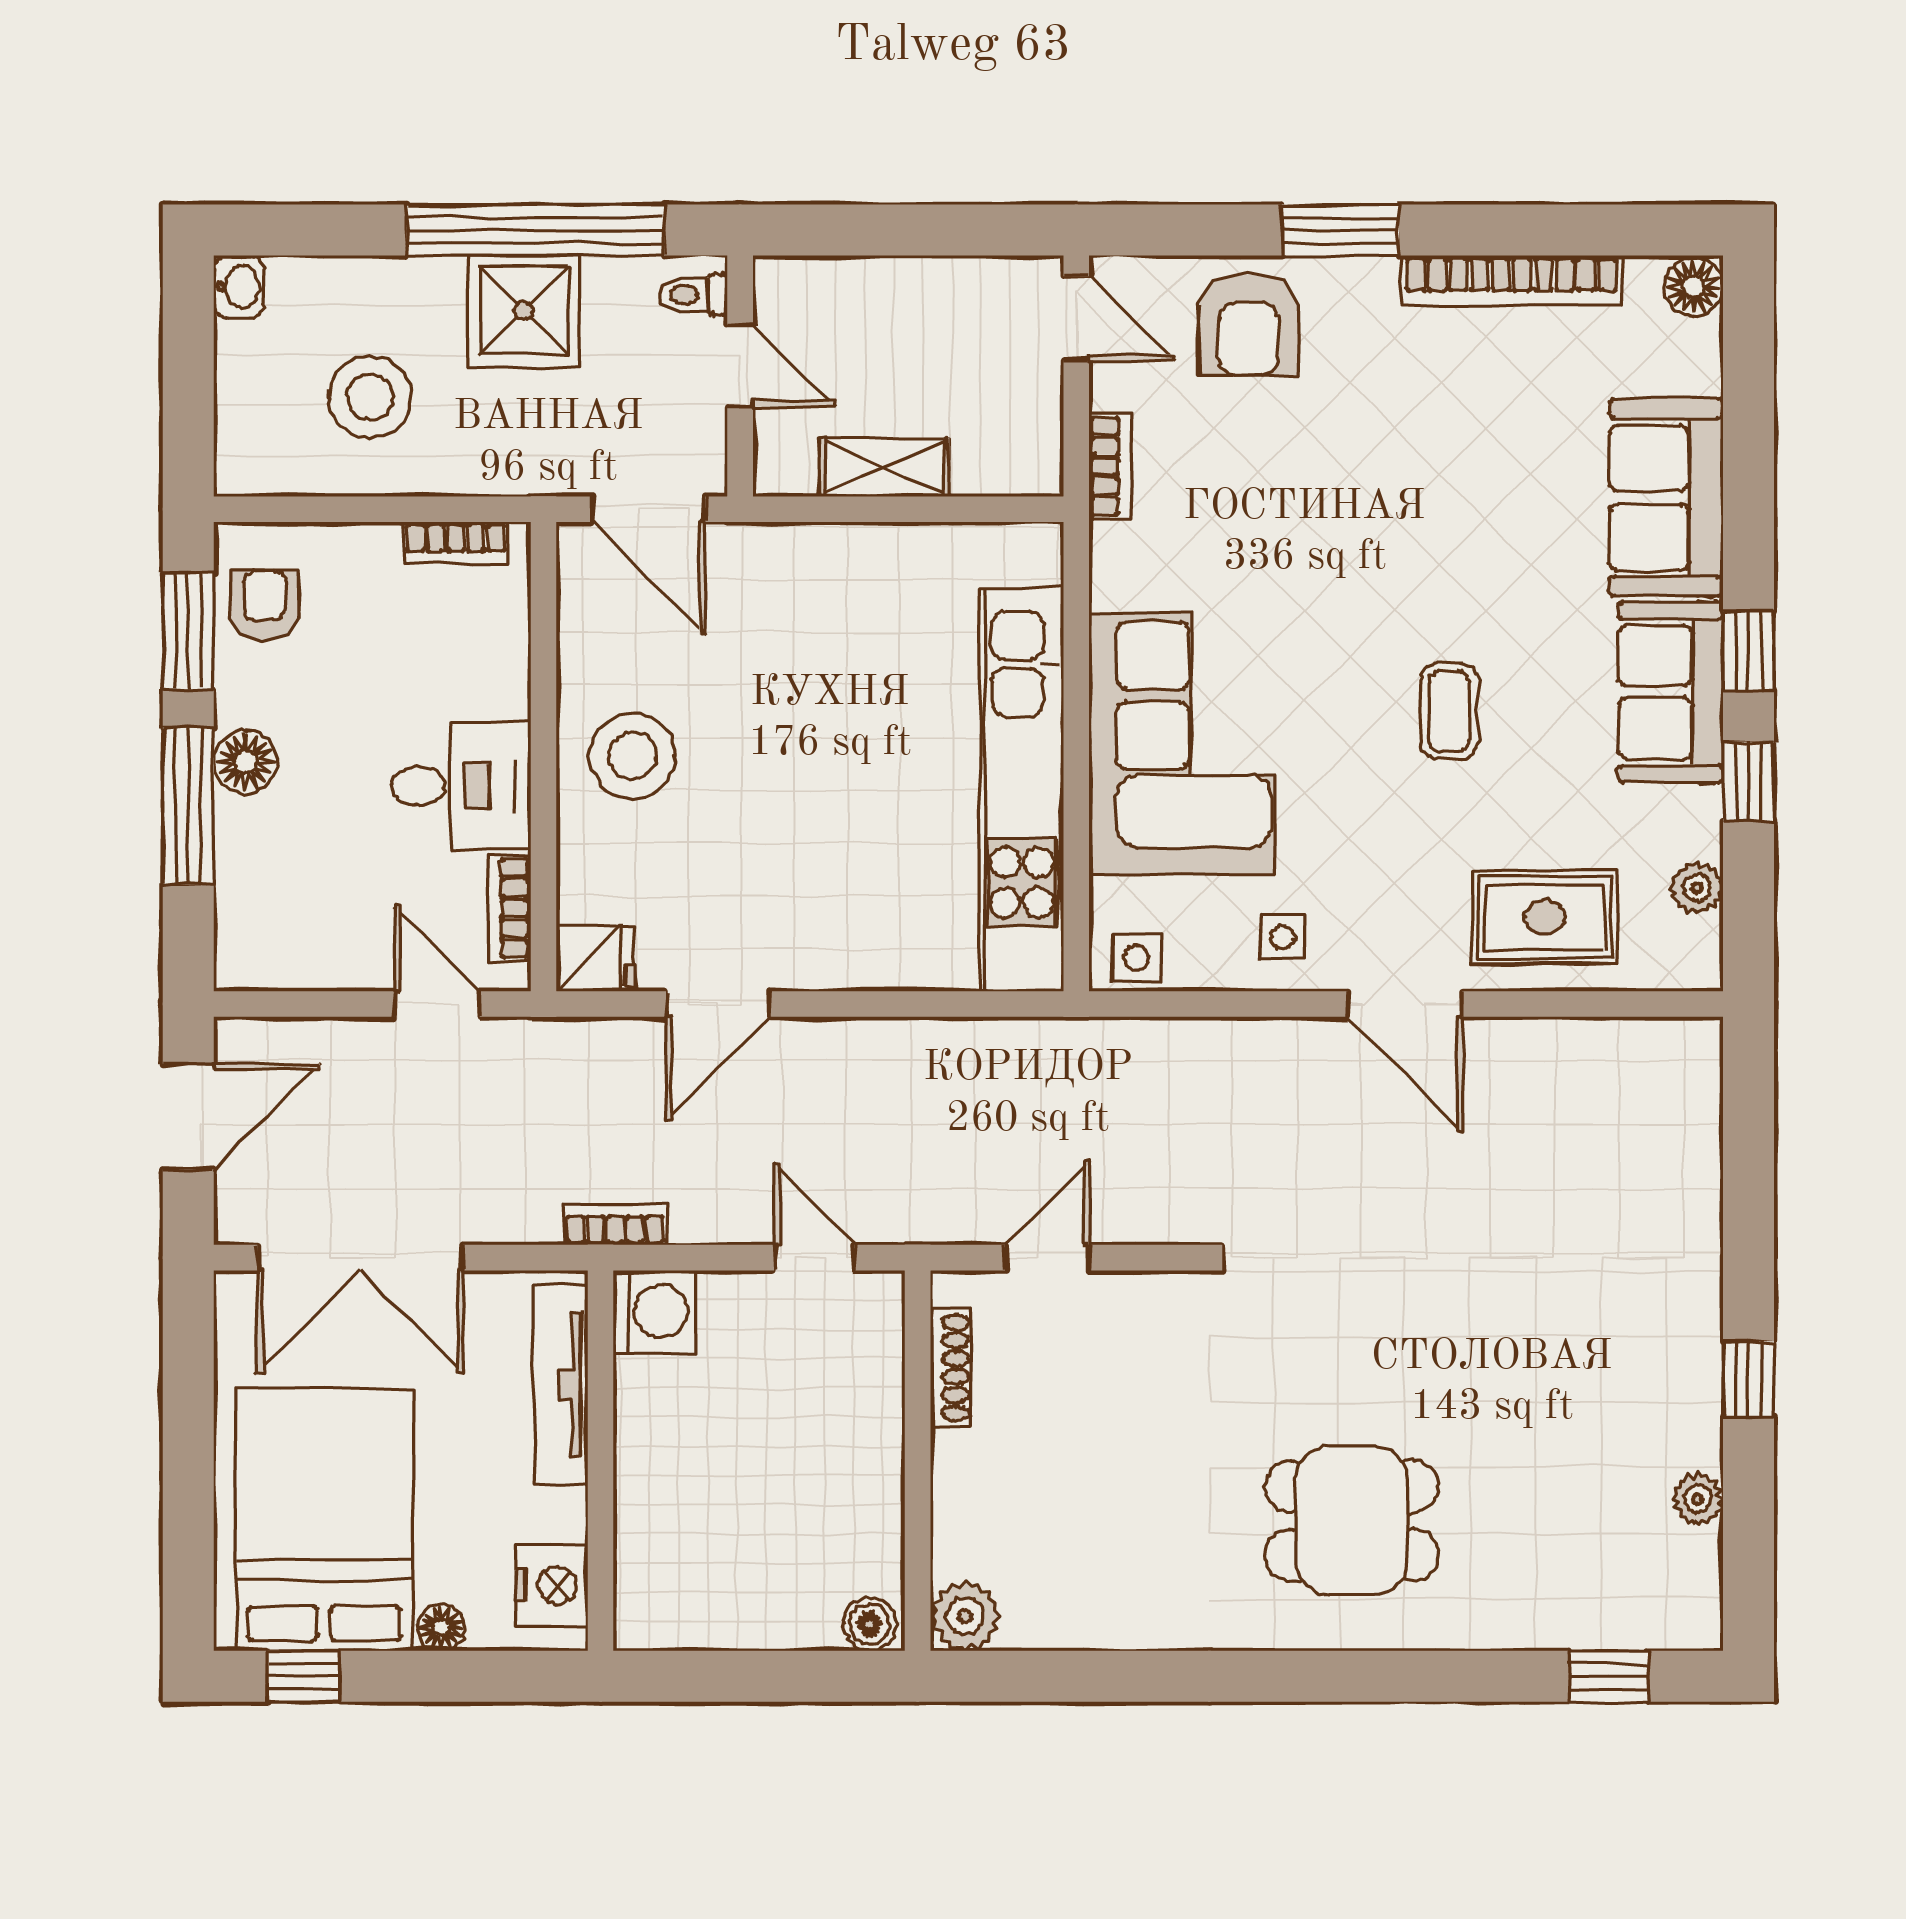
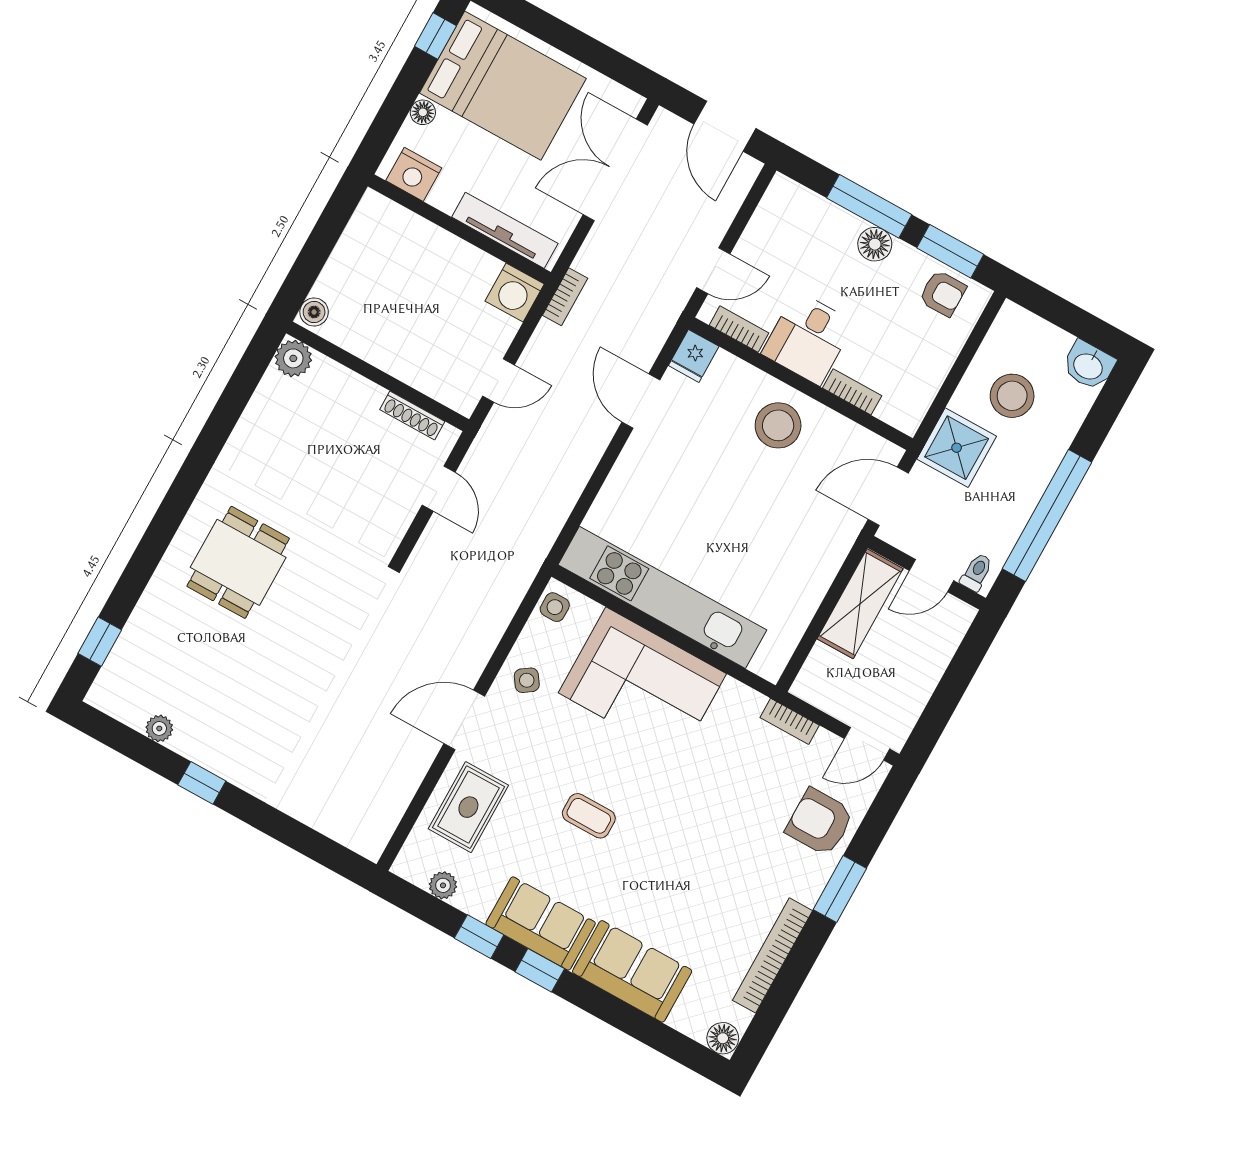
washbasin: (239, 287) -> (1089, 365), width x1.38, depth x1.45
shower: (524, 311) -> (957, 448), moved
shelving: (884, 467) -> (860, 604), width x1.50, depth x1.33
bookcase: (456, 543) -> (852, 392), moved, turned 90
side table: (1282, 937) -> (527, 680), turned -34

